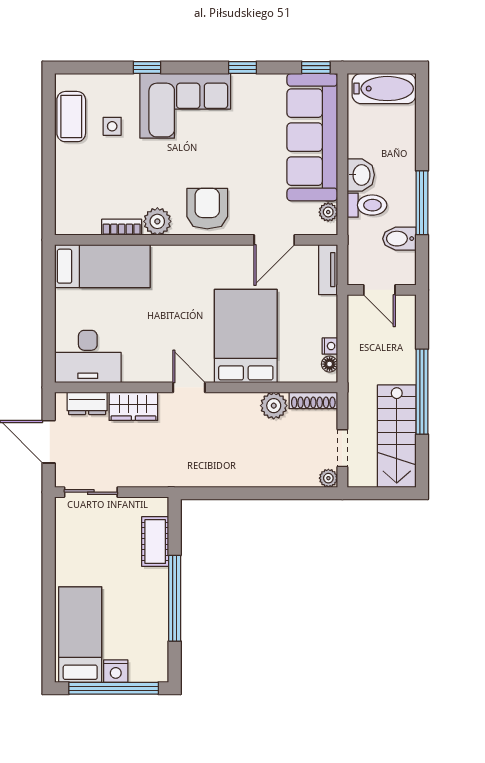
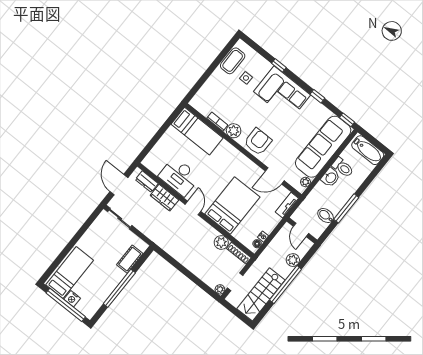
toilet: (367, 205) -> (343, 167), moved
plant: (403, 346) -> (293, 260), added
desk: (88, 357) -> (179, 176), moved

